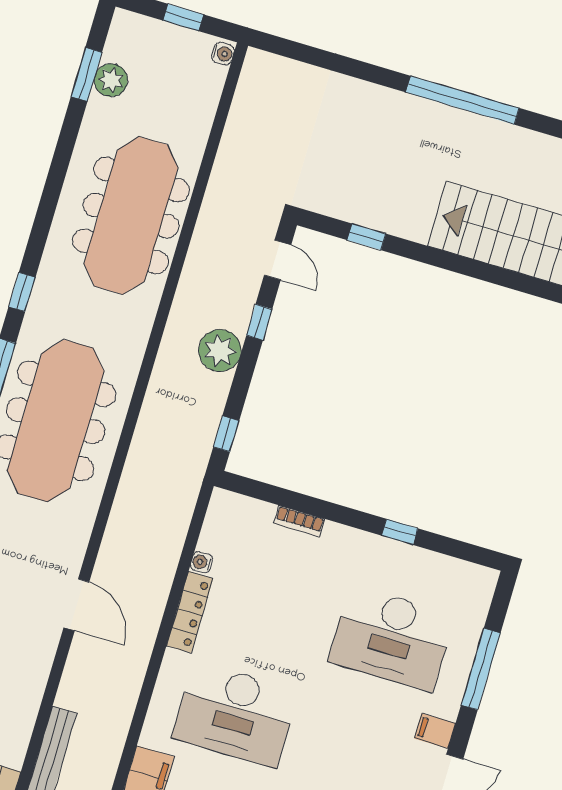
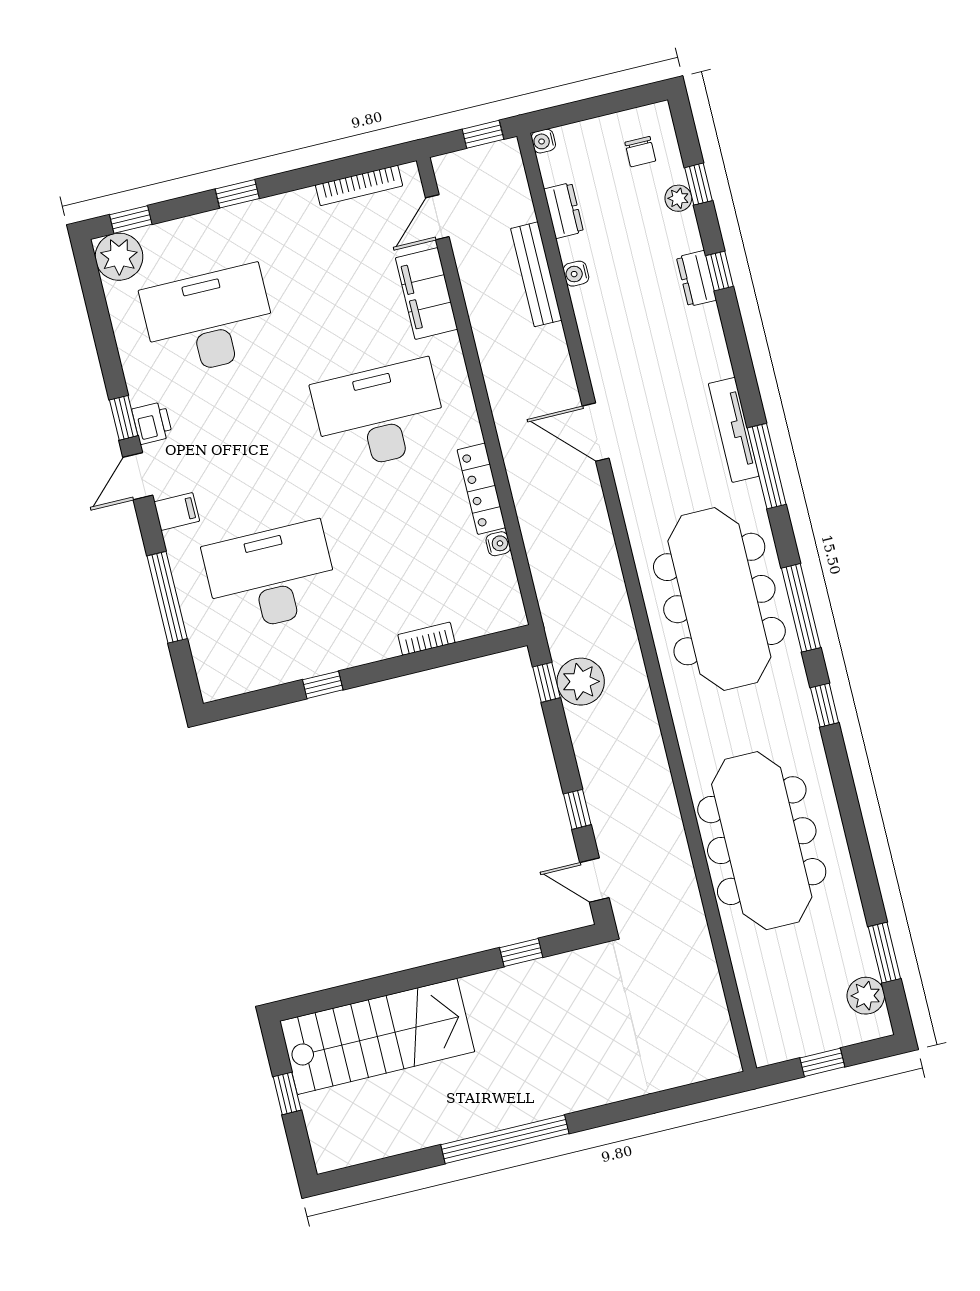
water cooler: (223, 53) -> (576, 274), moved
plant: (111, 80) -> (866, 996), moved
plant: (220, 351) -> (581, 682), moved

